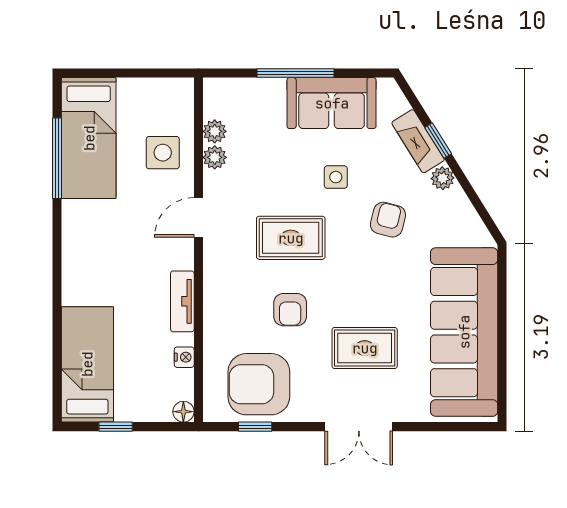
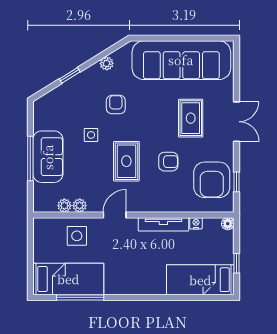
sofa: (332, 103) -> (48, 157), moved
fireplace: (418, 141) -> (70, 87), removed
plant: (443, 178) -> (107, 63), moved
door: (198, 217) -> (115, 215), swing flipped
armchair: (388, 220) -> (116, 105), turned 76
tv unit: (182, 301) -> (163, 224), width x1.41

